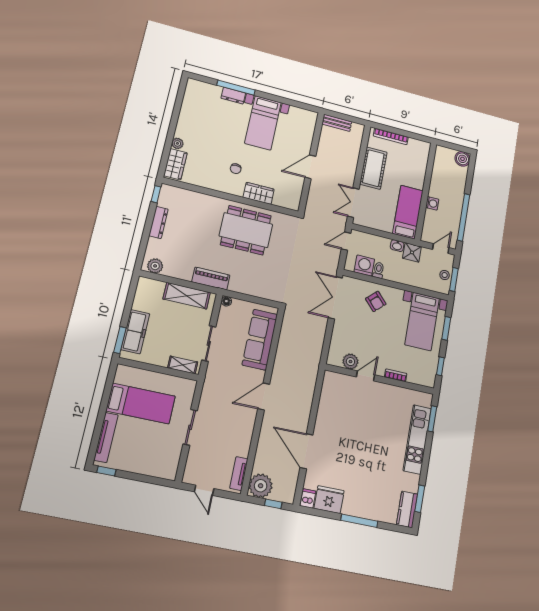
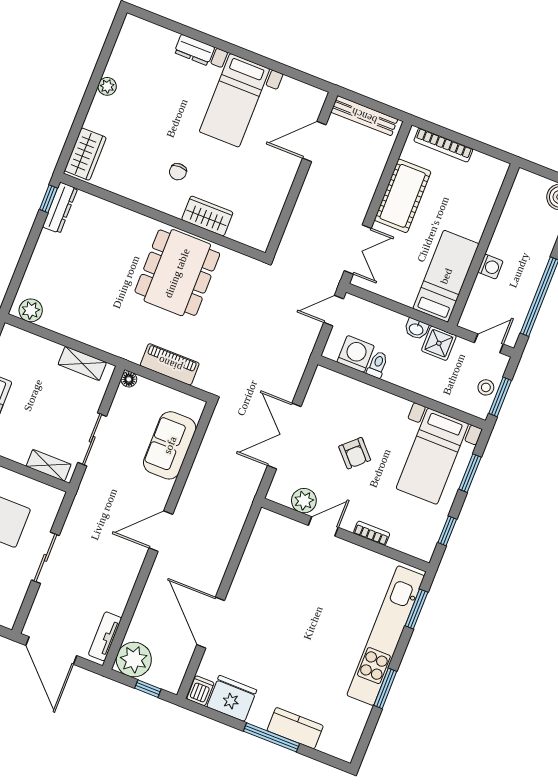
window: (236, 88) -> (201, 37), removed
bench: (337, 123) -> (364, 116), width x1.36
plant: (177, 143) -> (107, 86), moved
door: (310, 167) -> (314, 142), moved
double door: (353, 203) -> (358, 249), swing flipped
dresser: (158, 222) -> (60, 208), moved
dining table: (246, 230) -> (177, 273), turned 90
piano: (211, 279) -> (170, 364), moved
shelving: (187, 296) -> (82, 363), width x0.67, depth x0.75
double door: (335, 298) -> (284, 436), moved
armchair: (376, 301) -> (355, 453), moved
sofa: (260, 340) -> (170, 445), width x0.73
kitchen unit: (417, 439) -> (386, 636), width x1.36
door: (204, 490) -> (51, 651), width x1.87
window: (420, 499) -> (385, 688), moved
kitchen counter: (407, 509) -> (295, 728), moved, turned 90

